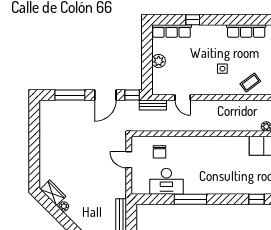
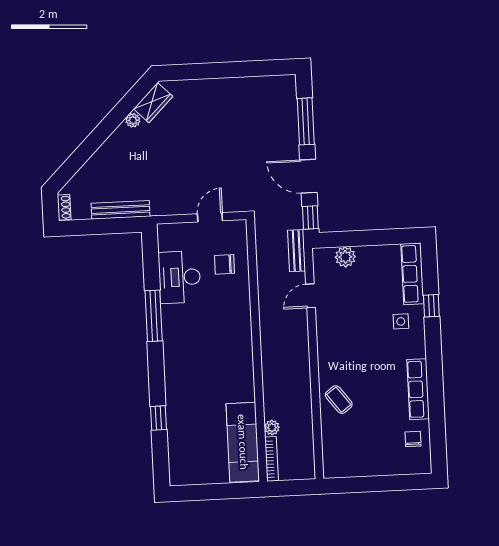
plant: (159, 61) -> (345, 257), moved
side table: (222, 69) -> (401, 321), moved

